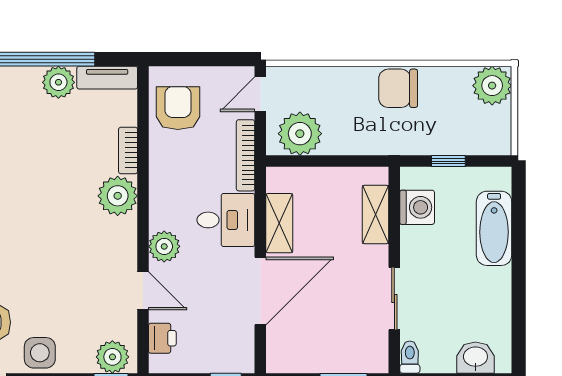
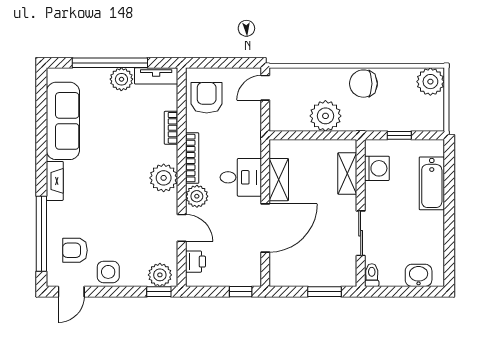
plant: (300, 134) -> (325, 116), moved
bookcase: (246, 155) -> (192, 158), moved, turned 180
plant: (118, 196) -> (164, 178), moved

